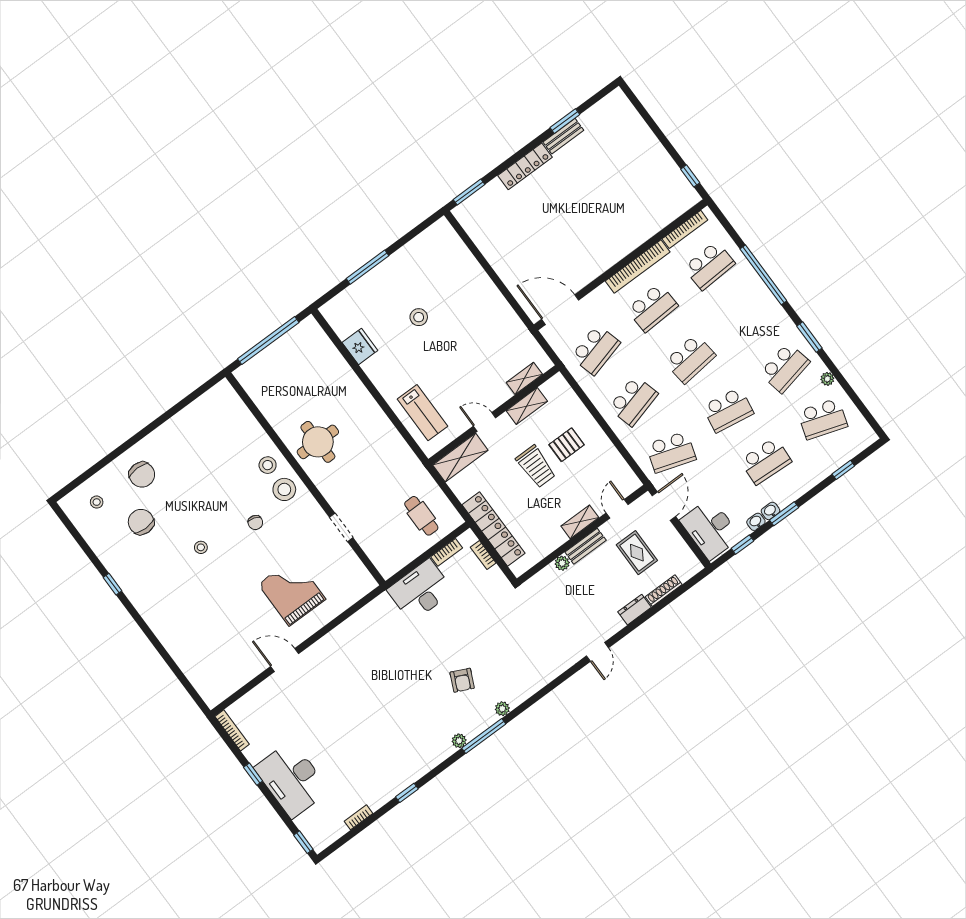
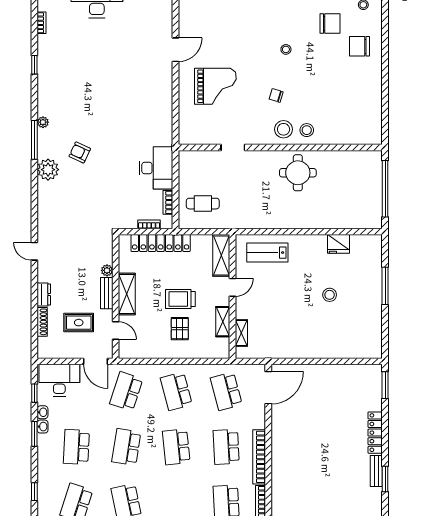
shelving: (580, 522) -> (127, 294), width x1.50, depth x1.33
plant: (502, 709) -> (48, 170), width x1.87, depth x1.87

